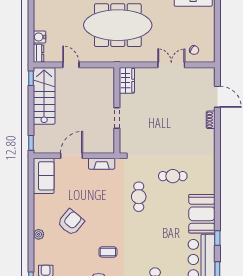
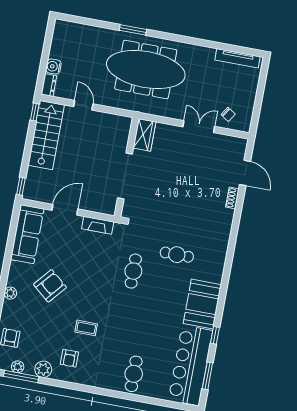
doorway: (117, 118) -> (125, 176), width x1.87
sofa: (44, 176) -> (27, 234), width x1.36

